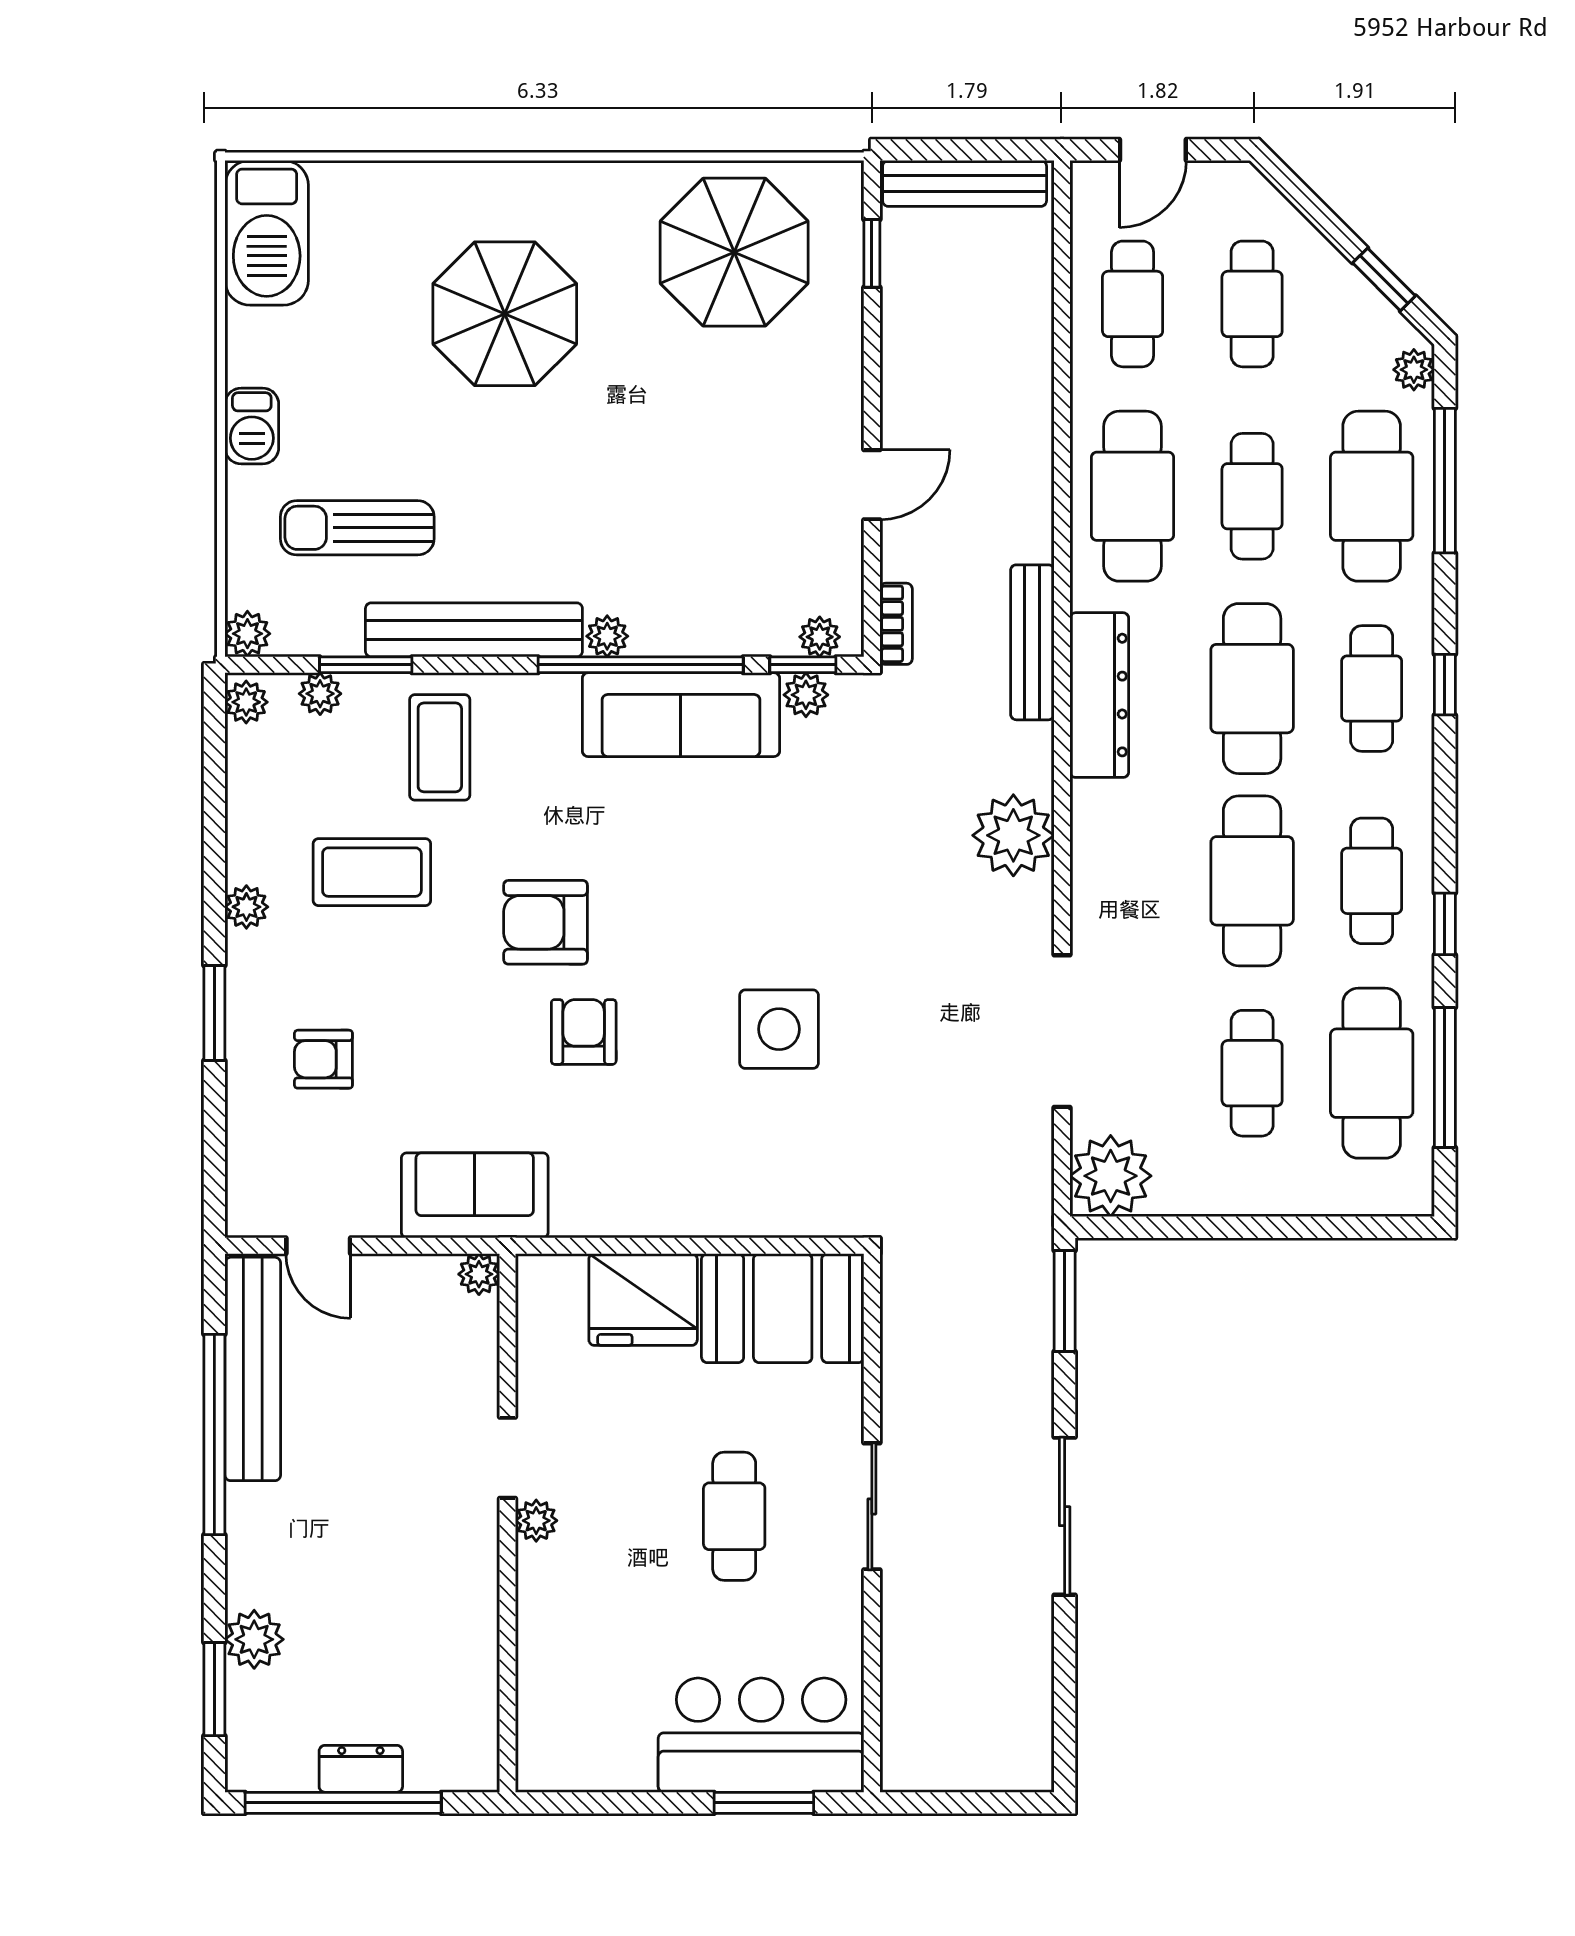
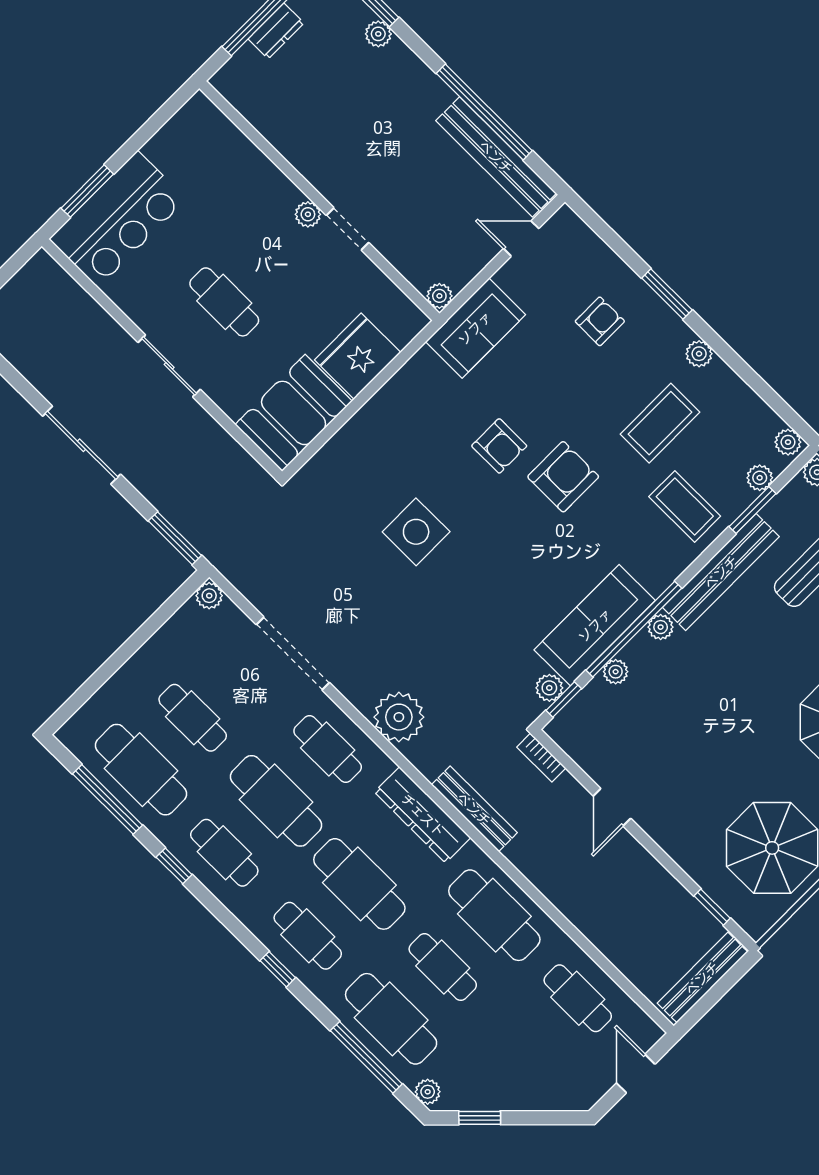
cafe table: (1252, 304) -> (328, 749), moved
plant: (820, 637) -> (616, 672), moved
plant: (1111, 1176) -> (209, 596), width x0.53, depth x0.53
plant: (254, 1639) -> (378, 34), width x0.73, depth x0.73

